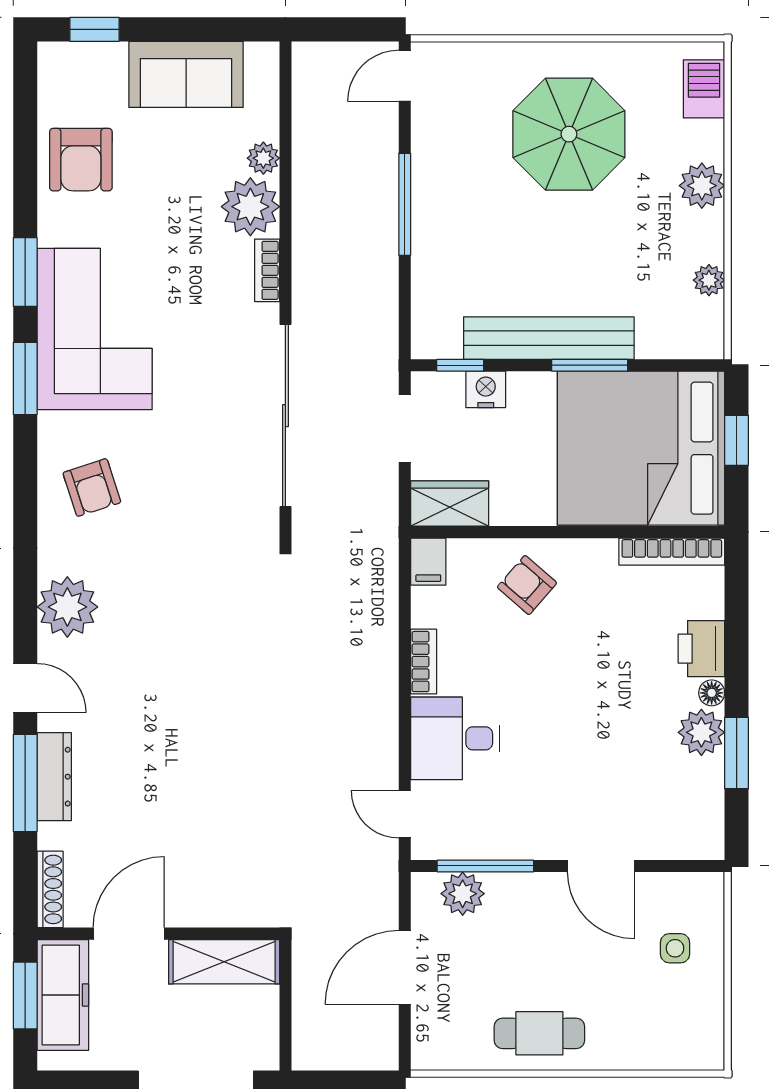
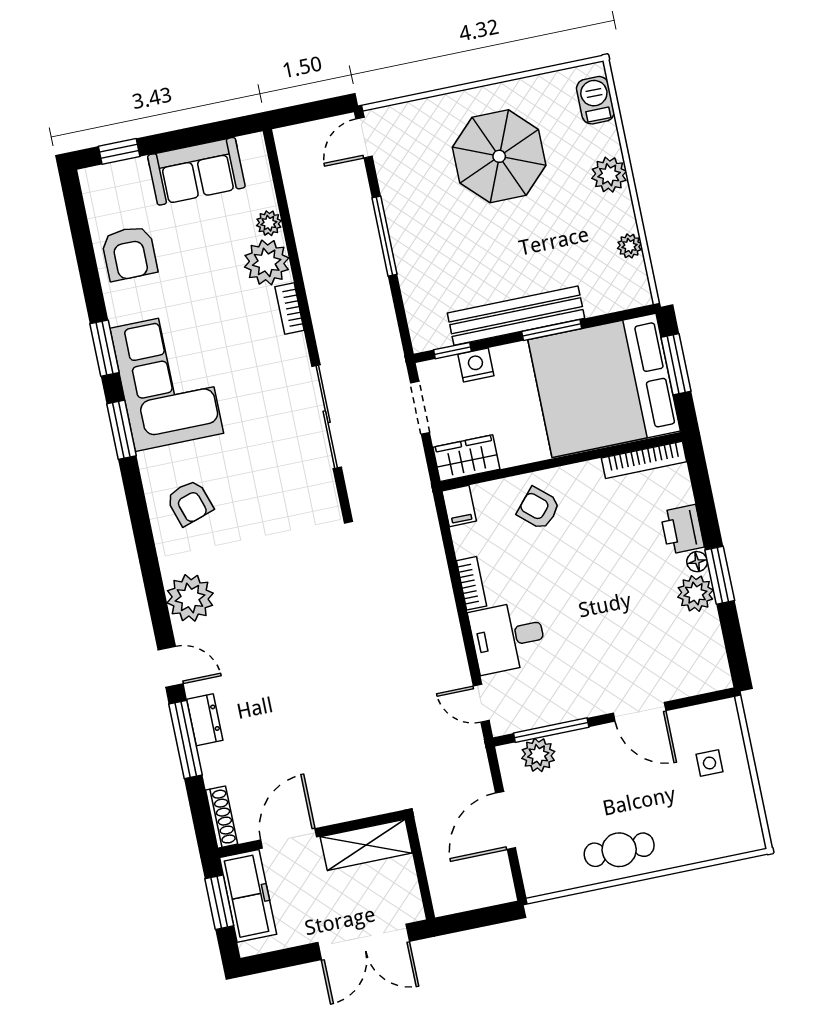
sliding door: (285, 416) -> (327, 417), width x0.73
window: (737, 440) -> (676, 364), width x1.50
window: (737, 753) -> (720, 575), moved
dresser: (54, 777) -> (205, 720), width x0.70

